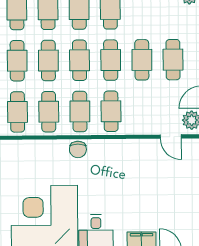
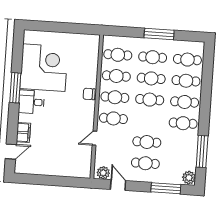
cafe table: (111, 60) -> (148, 121), removed
door: (171, 137) -> (95, 138), moved

